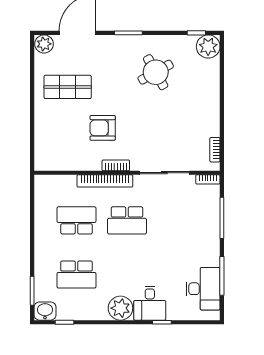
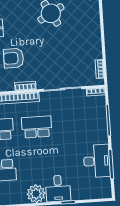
school desk: (127, 220) -> (37, 127), turned 180
desk: (203, 289) -> (97, 161), moved

